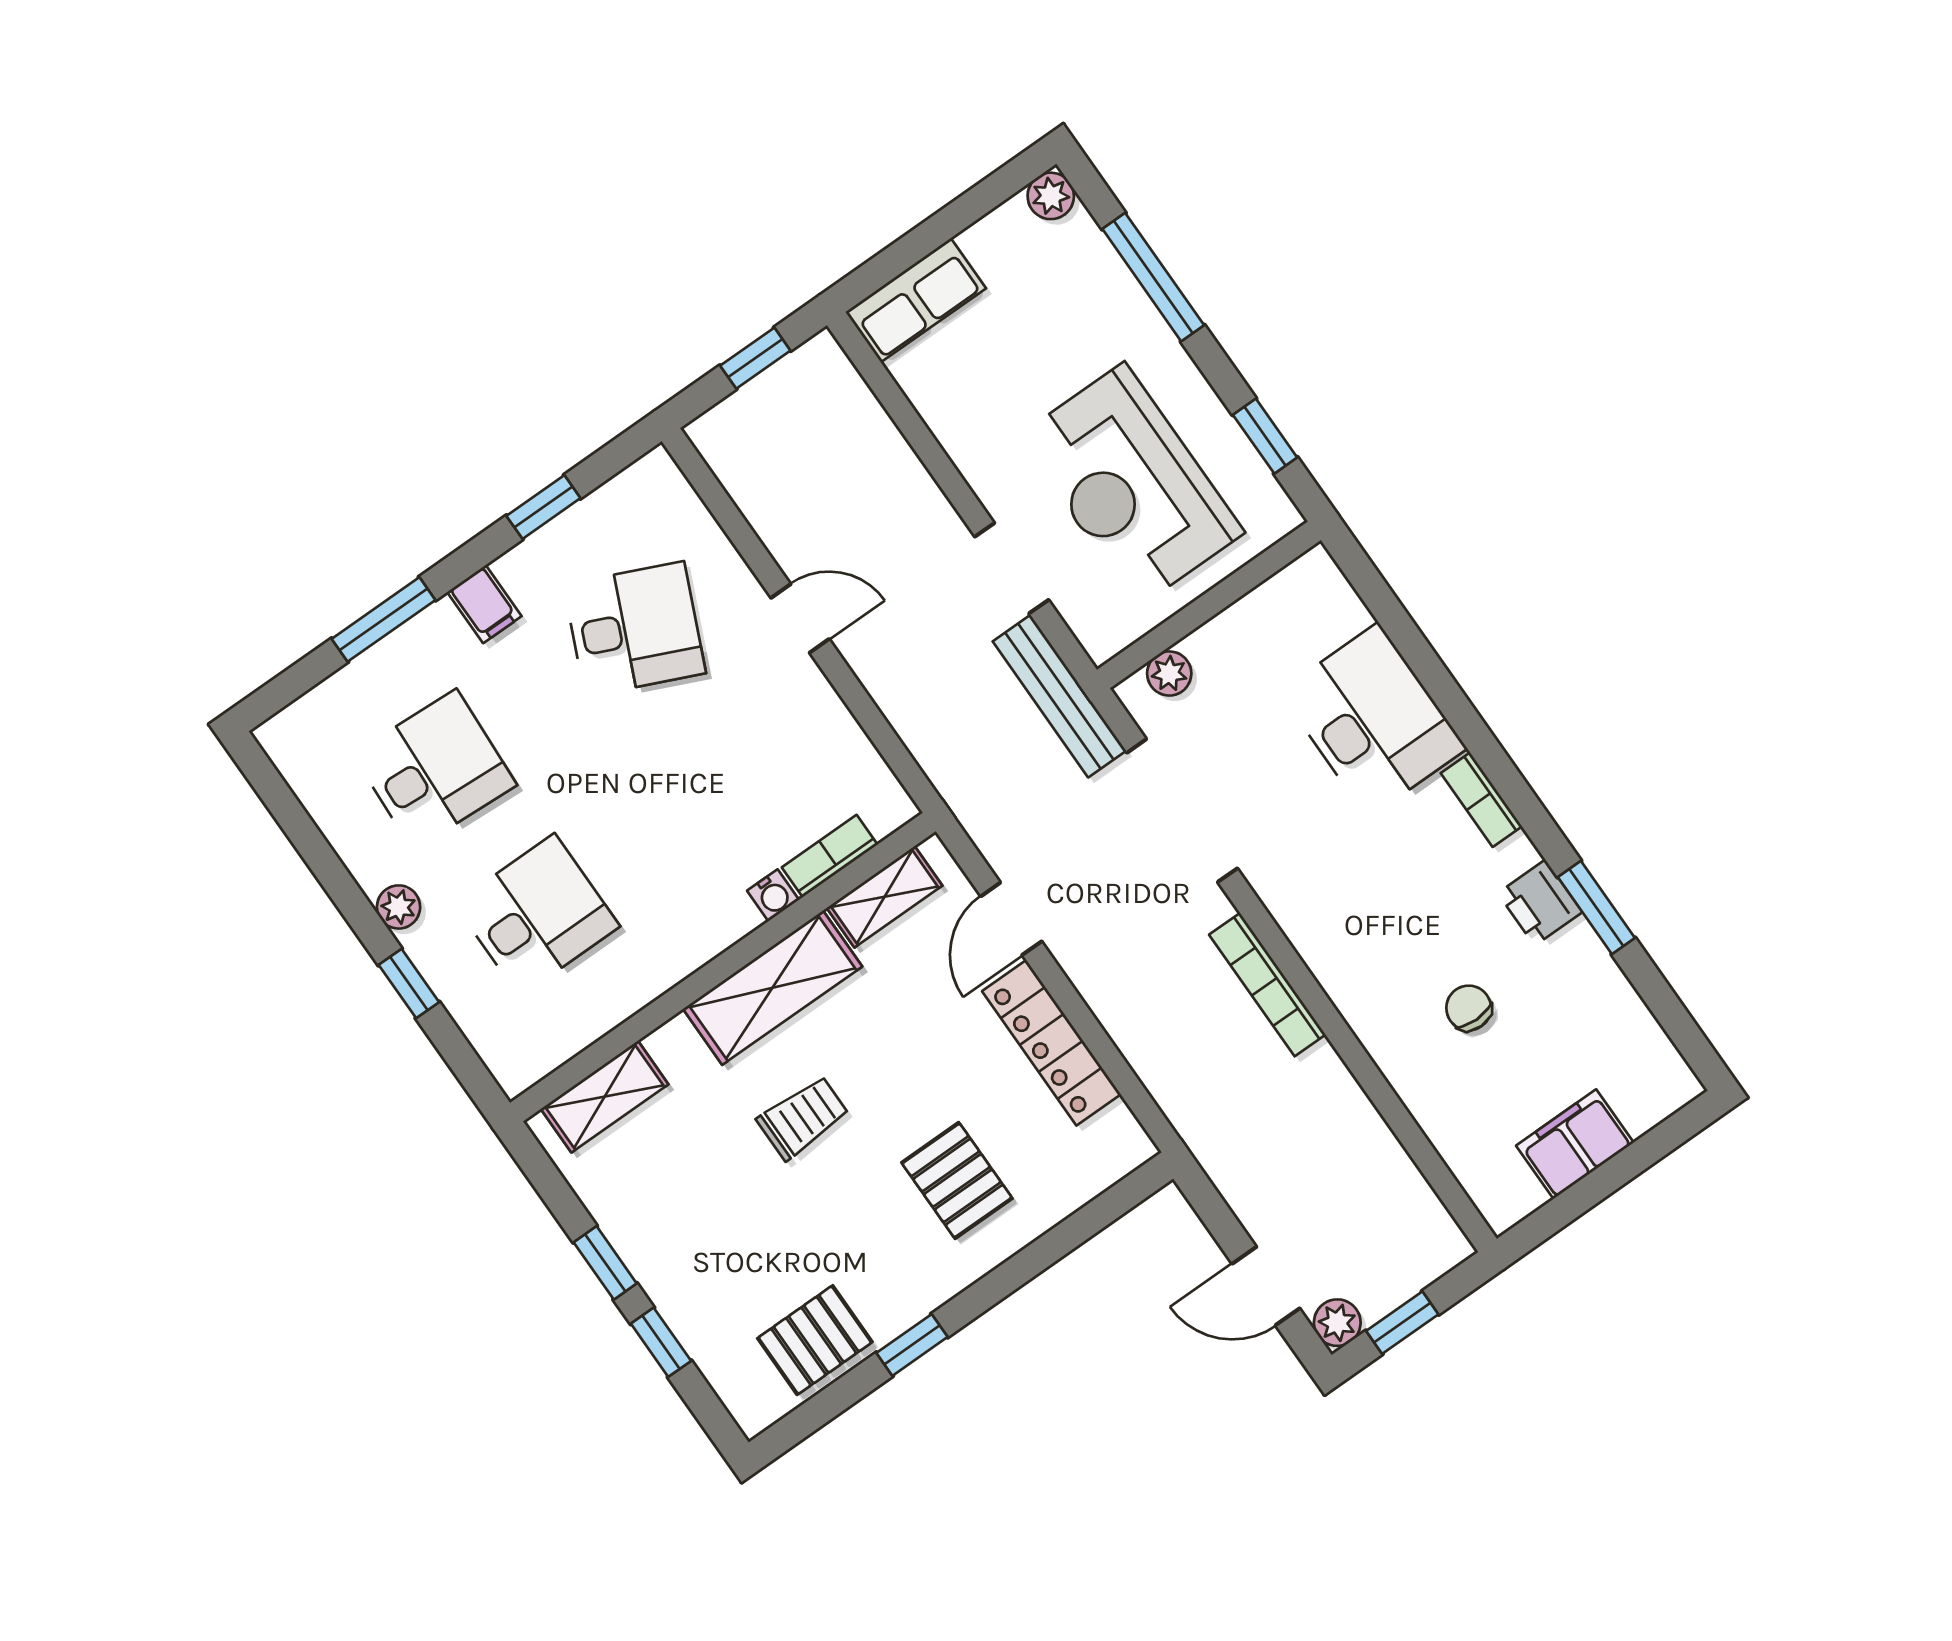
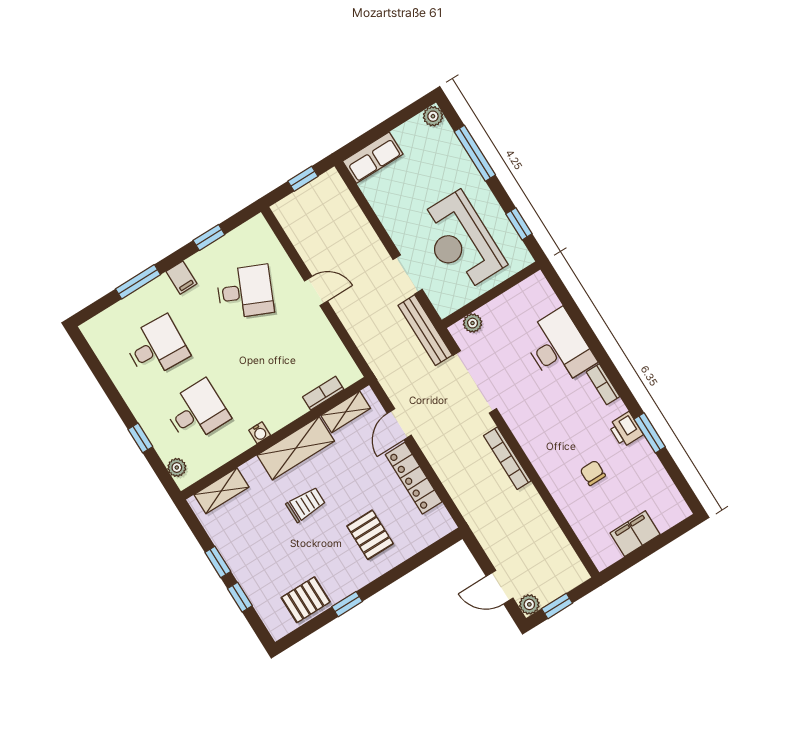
water cooler: (773, 895) -> (260, 433), moved
plant: (399, 907) -> (177, 467), moved

